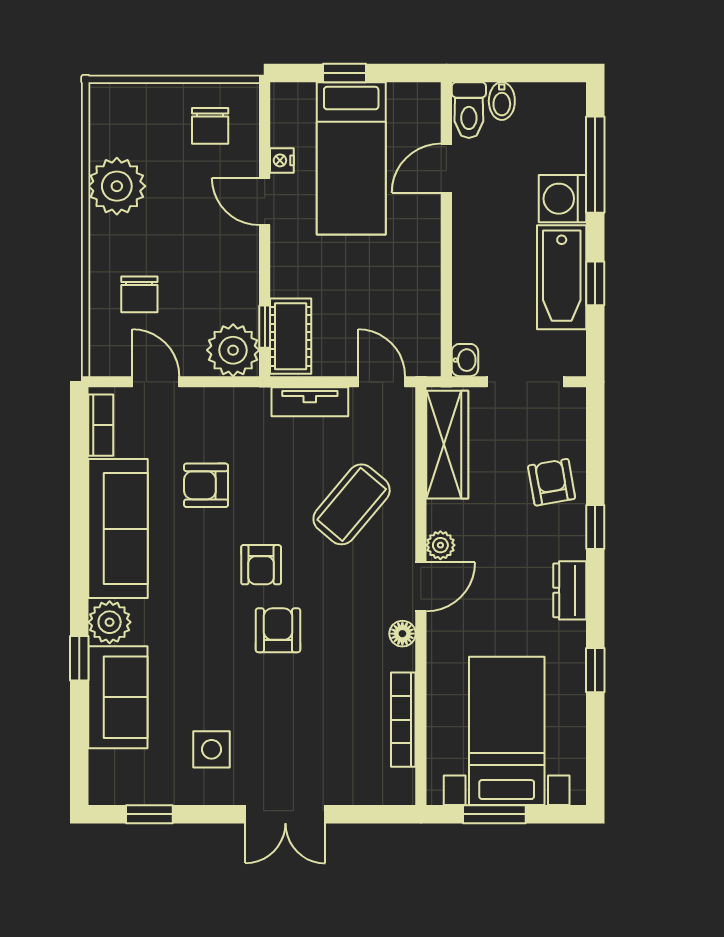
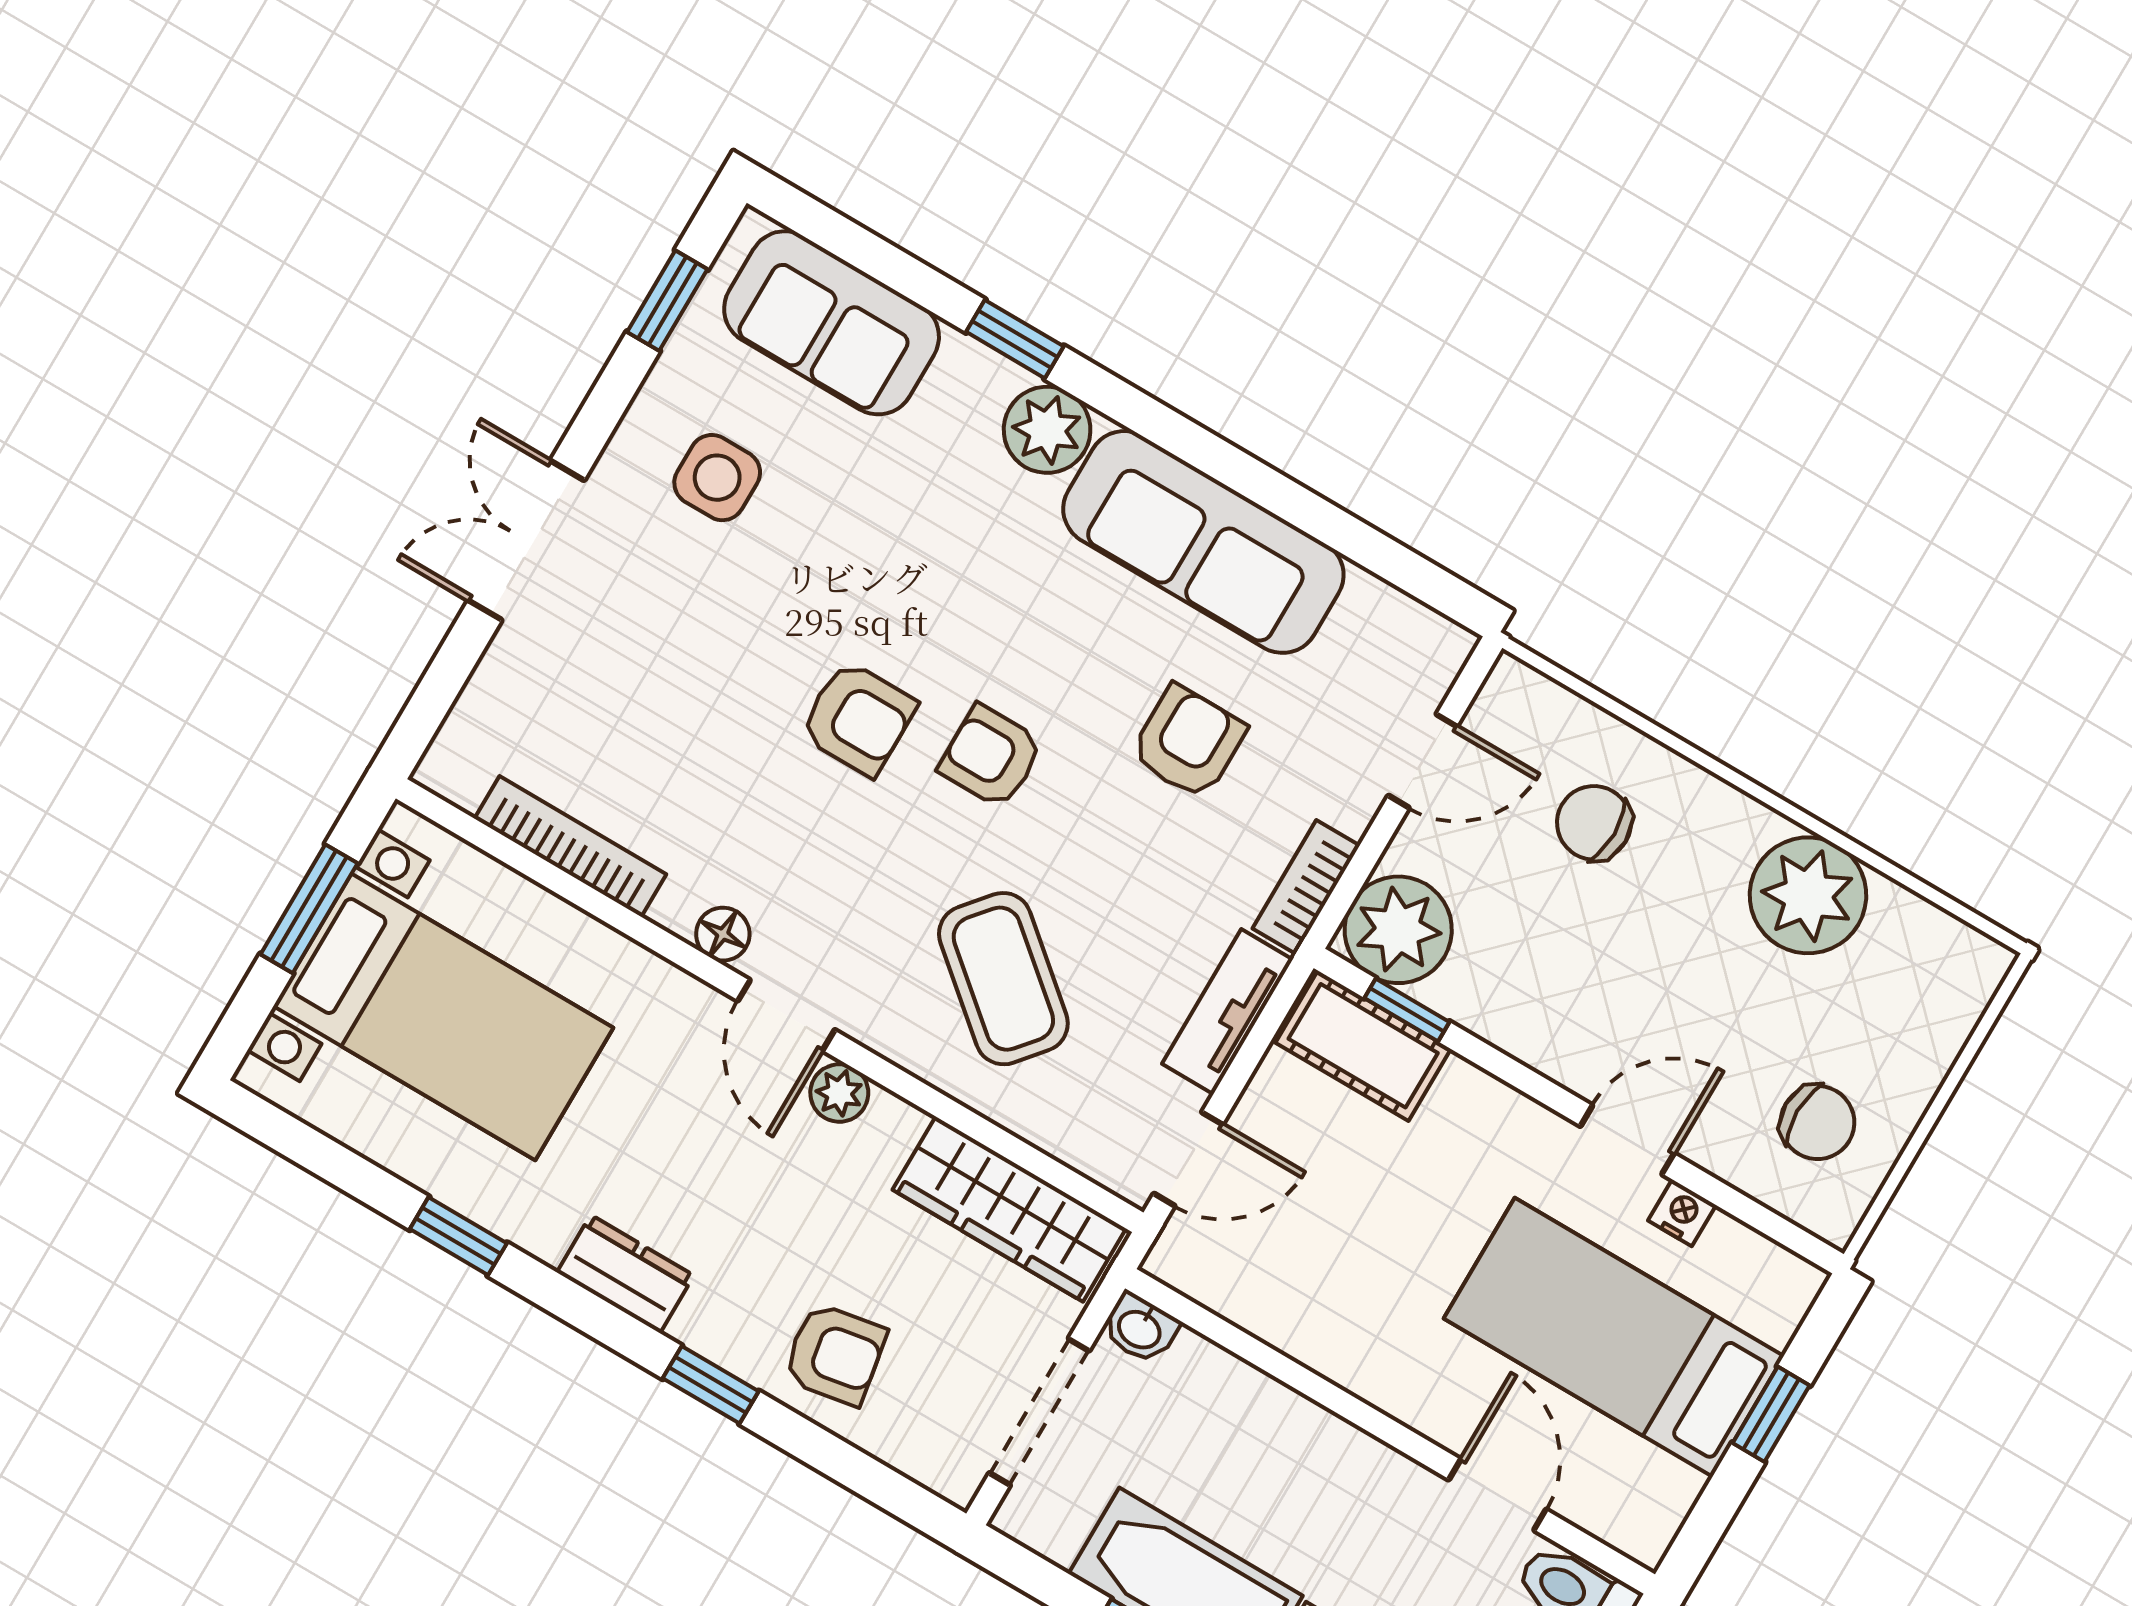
chair: (210, 126) -> (1817, 1122), turned 180
bookcase: (101, 425) -> (1306, 887), moved, turned 90
sofa: (118, 697) -> (832, 323), moved

